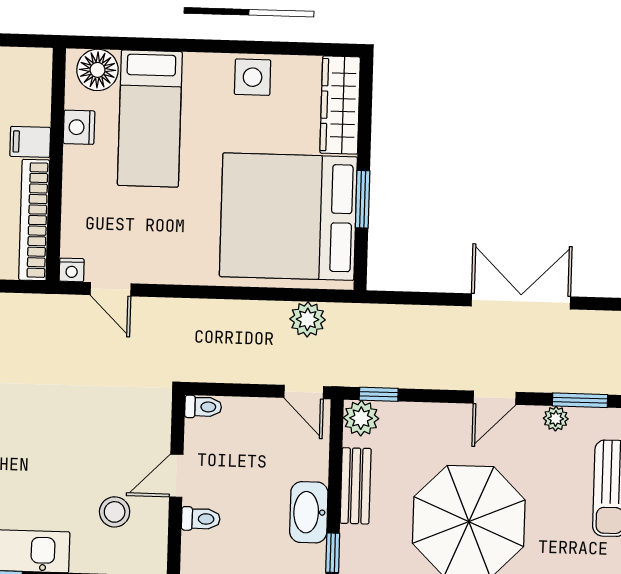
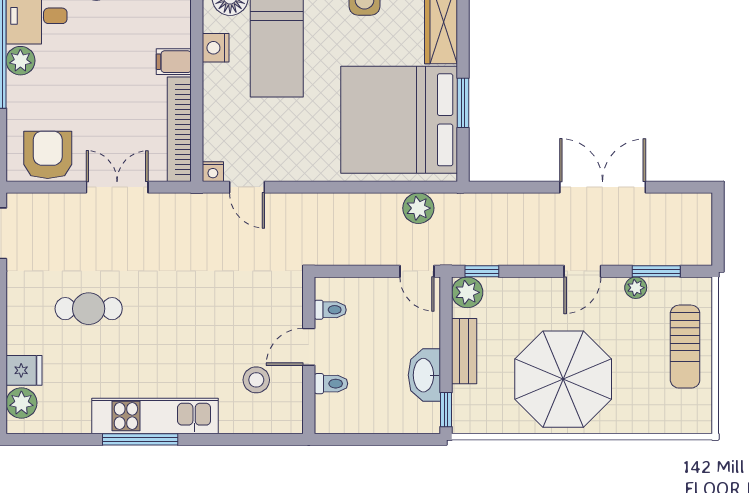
toilet: (203, 407) -> (330, 310), moved

